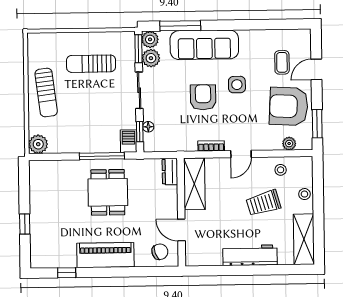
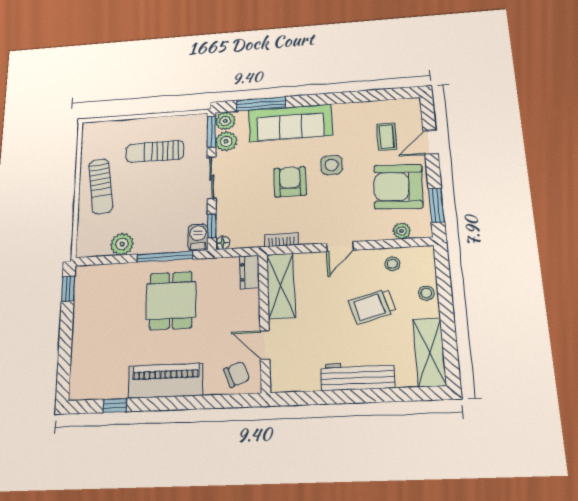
floor lamp: (148, 127) -> (223, 243), moved
plant: (38, 144) -> (122, 244), moved
bookcase: (211, 146) -> (281, 240), moved
window: (25, 224) -> (68, 289), moved

